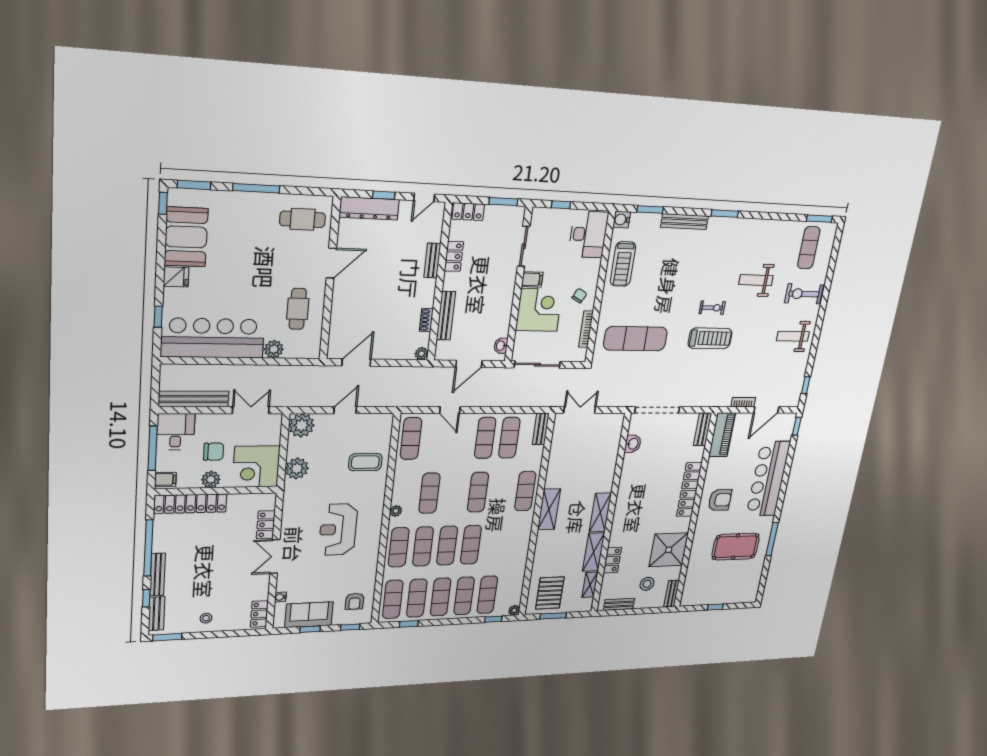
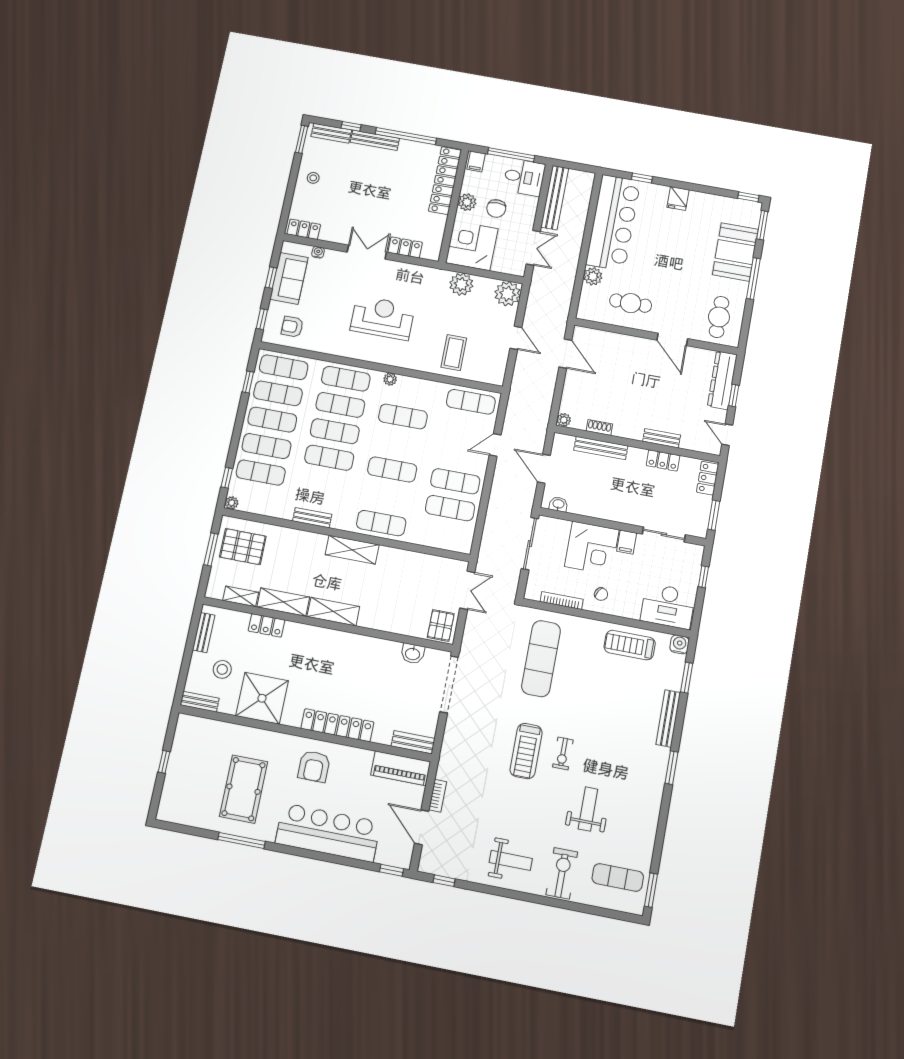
booth: (186, 237) -> (735, 252), moved, turned 90
weight bench: (793, 336) -> (511, 860), turned 90
pallet: (610, 426) -> (441, 626), added
bench: (541, 429) -> (312, 518), moved

